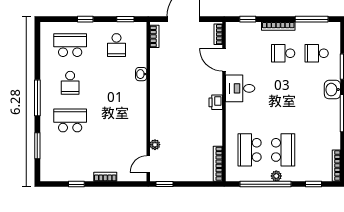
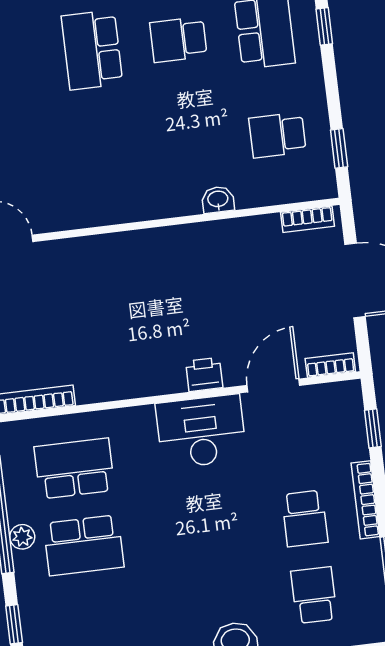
window: (85, 19) -> (324, 26), moved
school desk: (283, 53) -> (305, 518), turned 180
desk: (240, 88) -> (201, 432), width x1.37
printer: (216, 102) -> (204, 374), moved
school desk: (70, 120) -> (92, 50), turned 180
plant: (155, 145) -> (60, 251), removed

